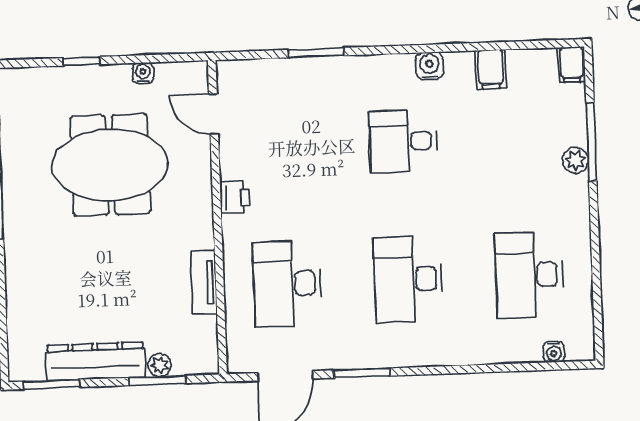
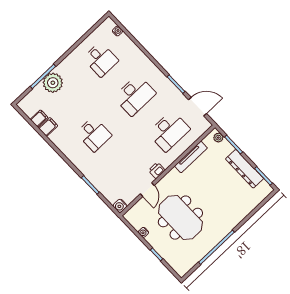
filing cabinet: (572, 65) -> (39, 118), moved
water cooler: (429, 66) -> (120, 206), moved
door: (214, 114) -> (147, 190), moved
plant: (575, 160) -> (53, 83), width x1.88, depth x1.88
desk: (529, 275) -> (101, 59), width x0.73
tv unit: (204, 282) -> (191, 157), width x1.41
plant: (159, 365) -> (218, 138), moved

